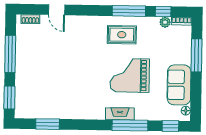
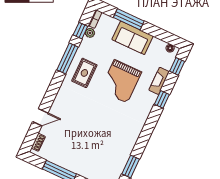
sofa: (179, 85) -> (133, 38), moved
fireplace: (120, 114) -> (159, 81), moved
window: (130, 125) -> (162, 99), width x0.46

